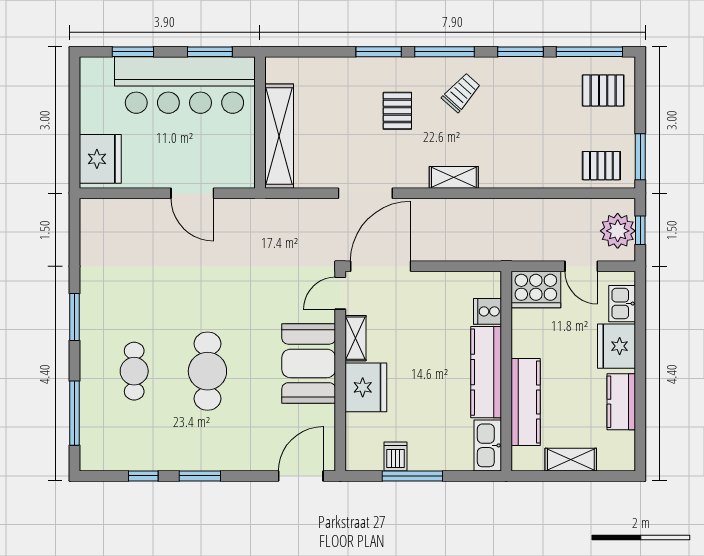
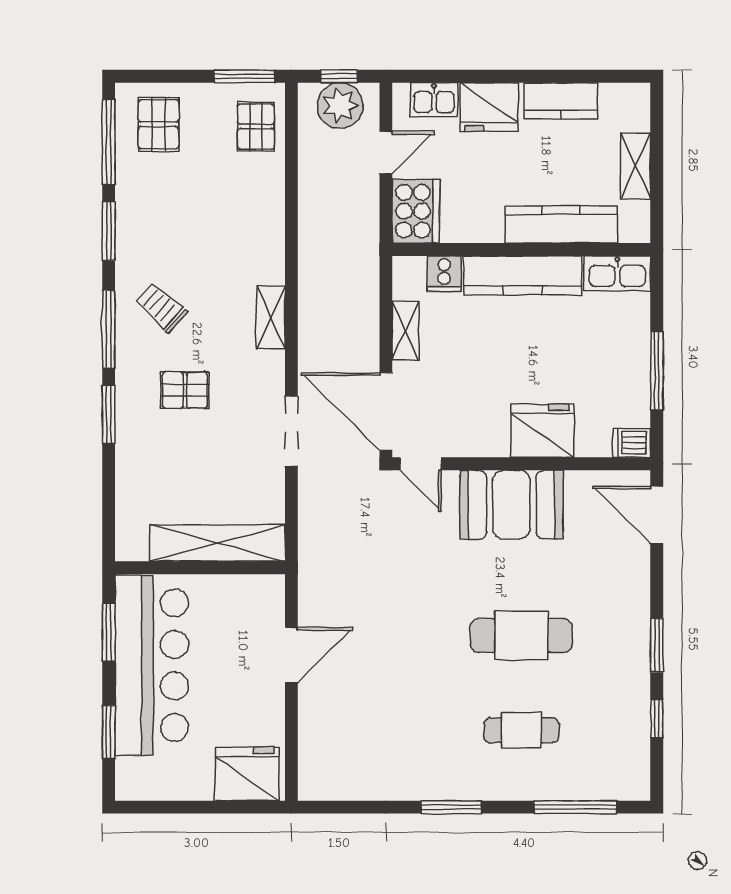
shelving: (356, 338) -> (405, 330), moved, turned 90
dishwasher: (396, 456) -> (632, 443), moved

